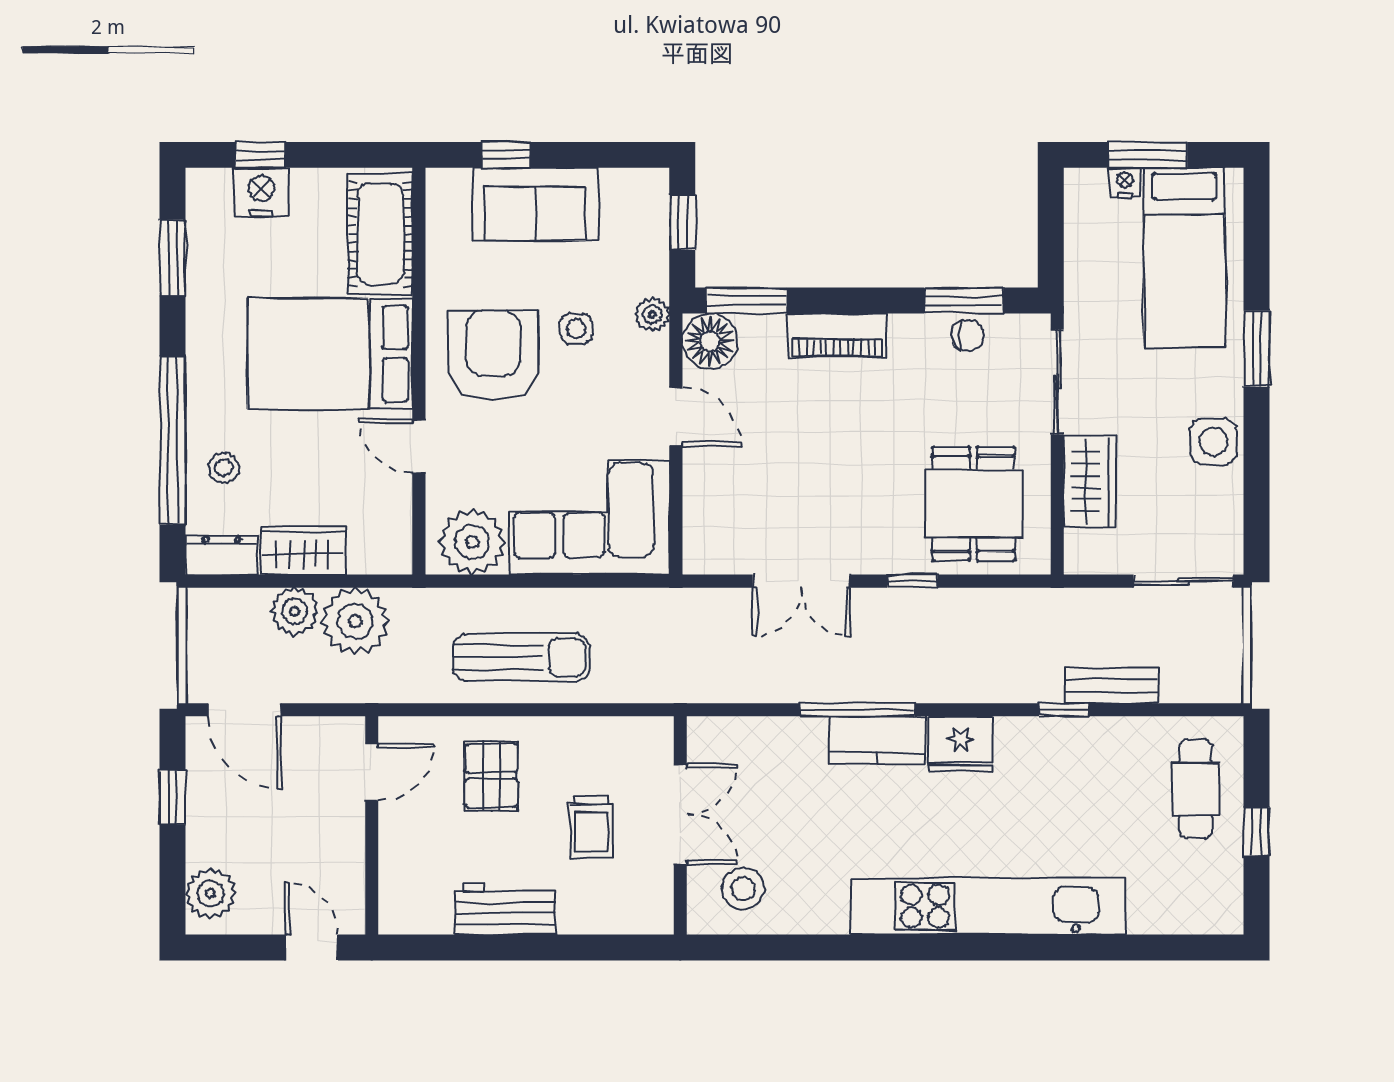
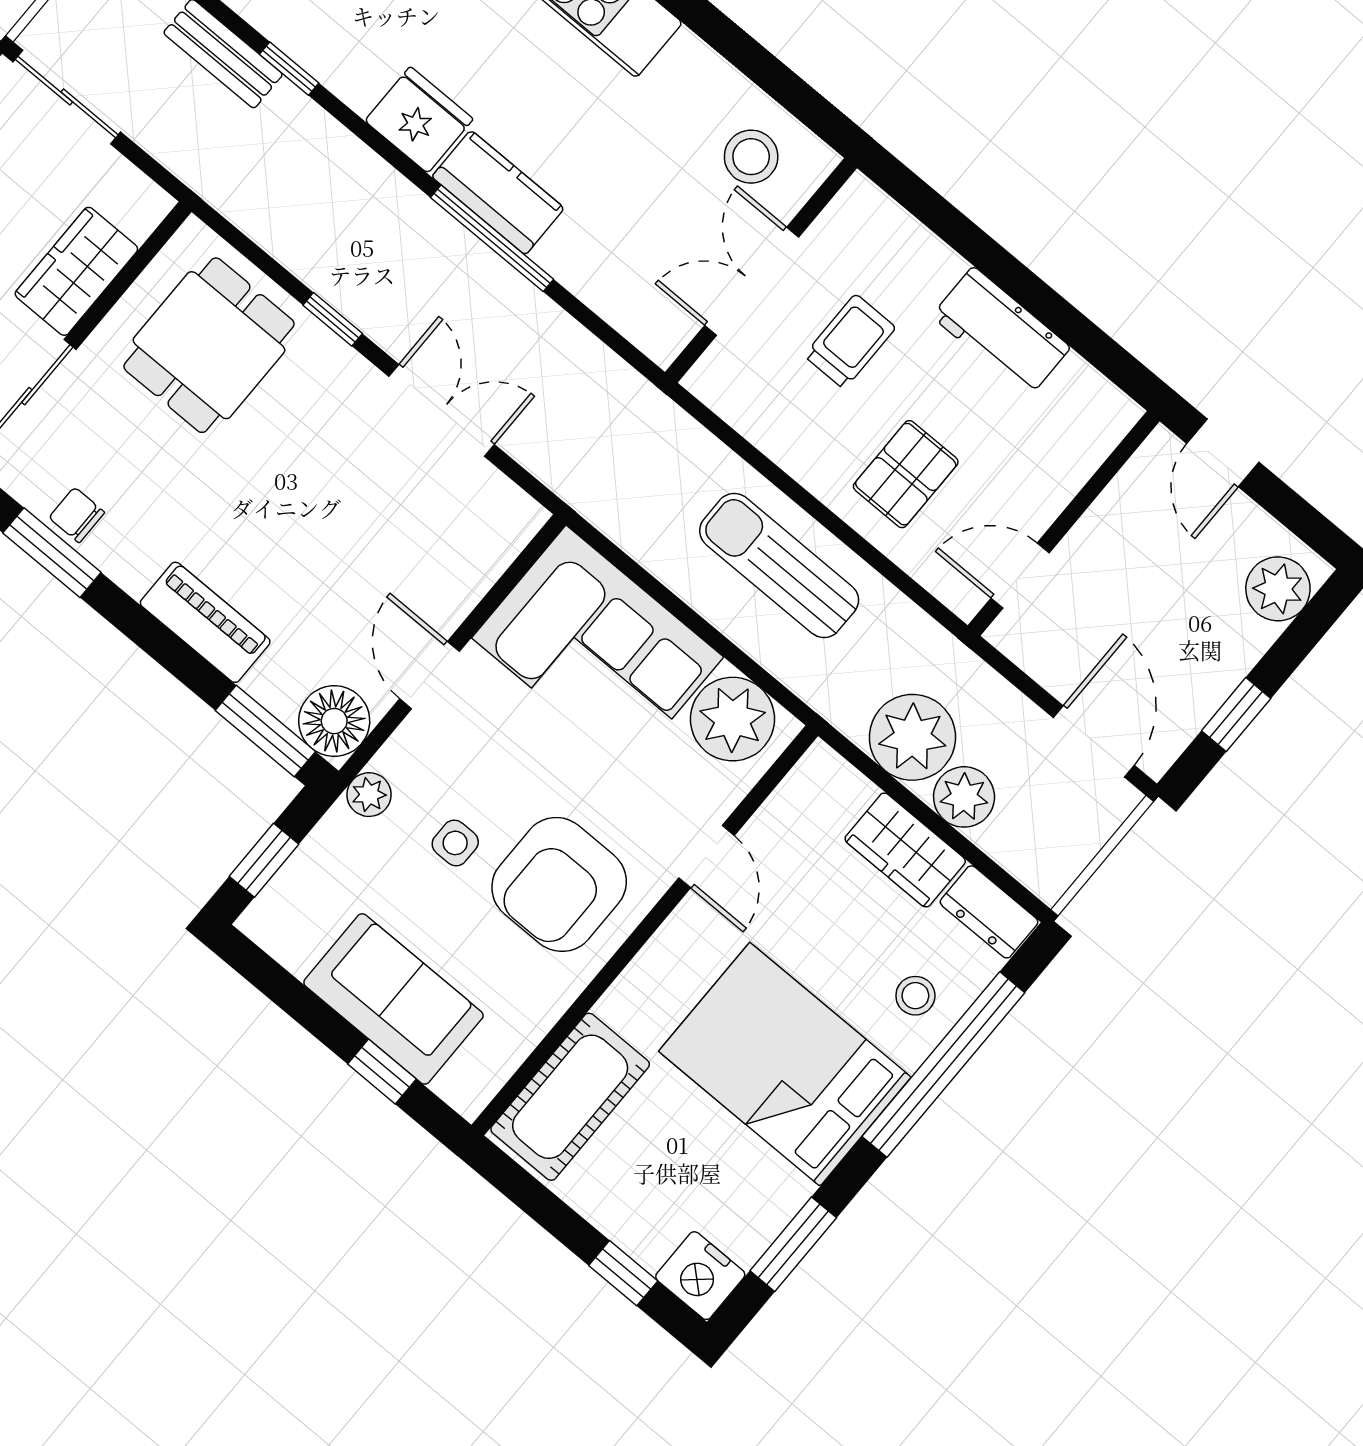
nightstand: (262, 192) -> (700, 1276), moved
bed: (330, 354) -> (785, 1064), moved, turned 180

